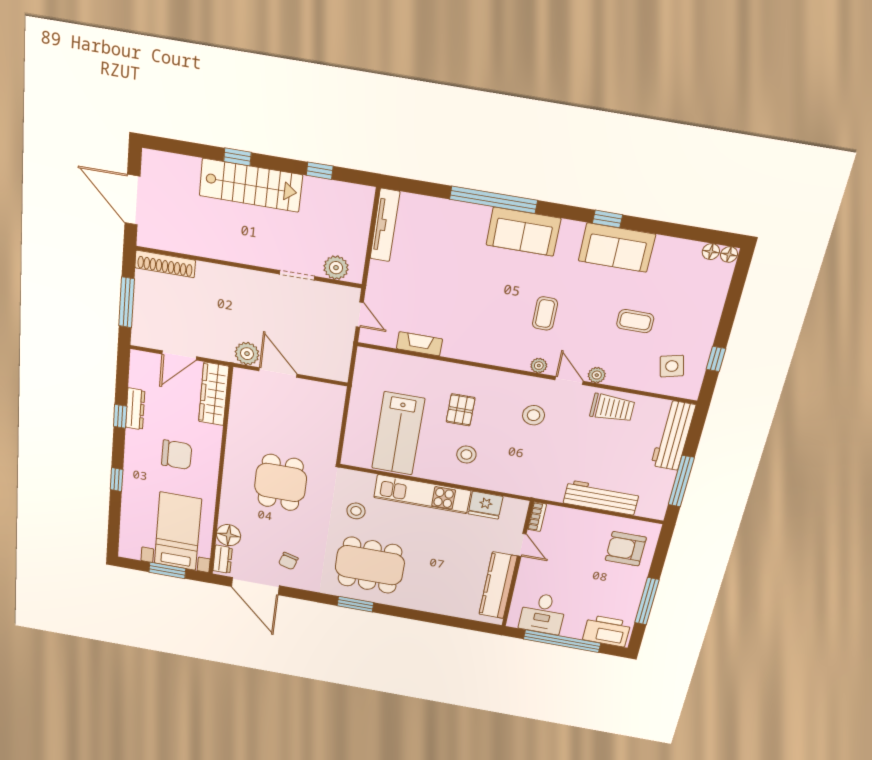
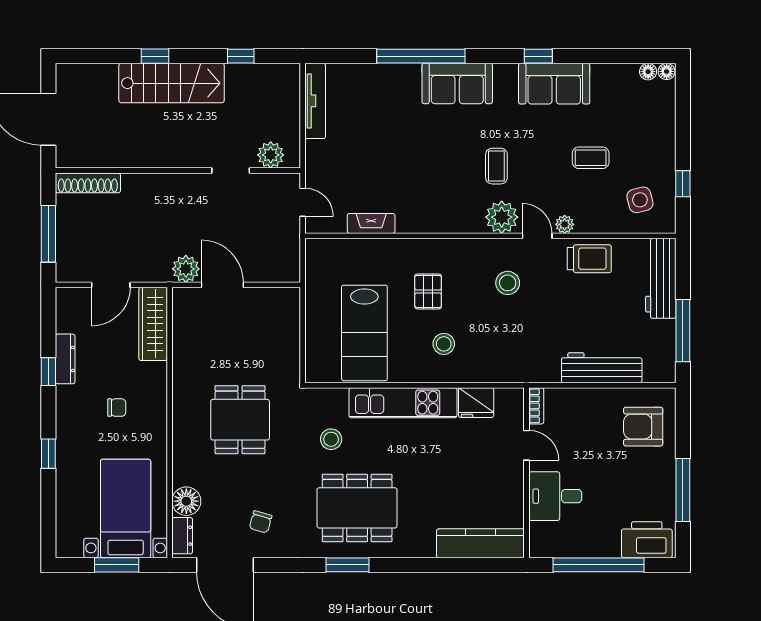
plant: (539, 366) -> (502, 217), width x1.88, depth x1.88
chair: (177, 455) -> (117, 408), width x0.54, depth x0.54
kitchen counter: (498, 585) -> (480, 543), moved, turned 90
desk: (543, 613) -> (555, 496), moved, turned 90

